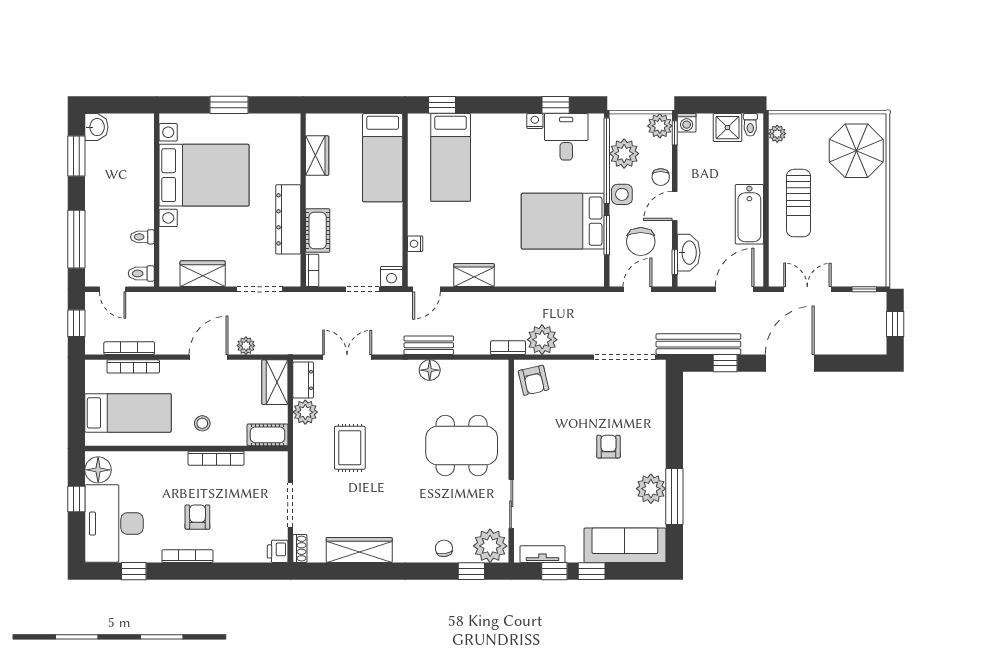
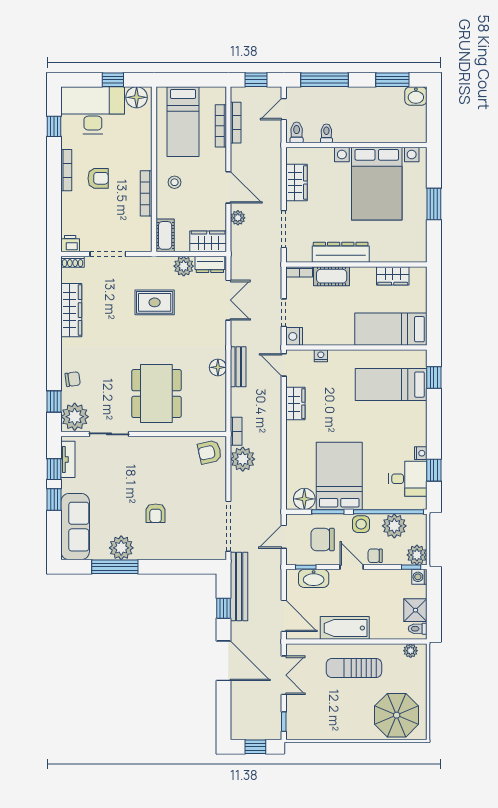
floor lamp: (591, 264) -> (304, 499), added
door: (637, 289) -> (284, 537), swing flipped
armchair: (608, 447) -> (156, 513), turned 90

